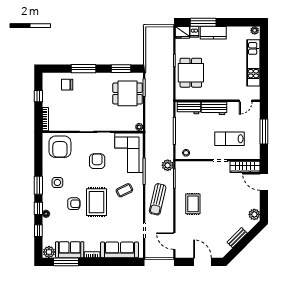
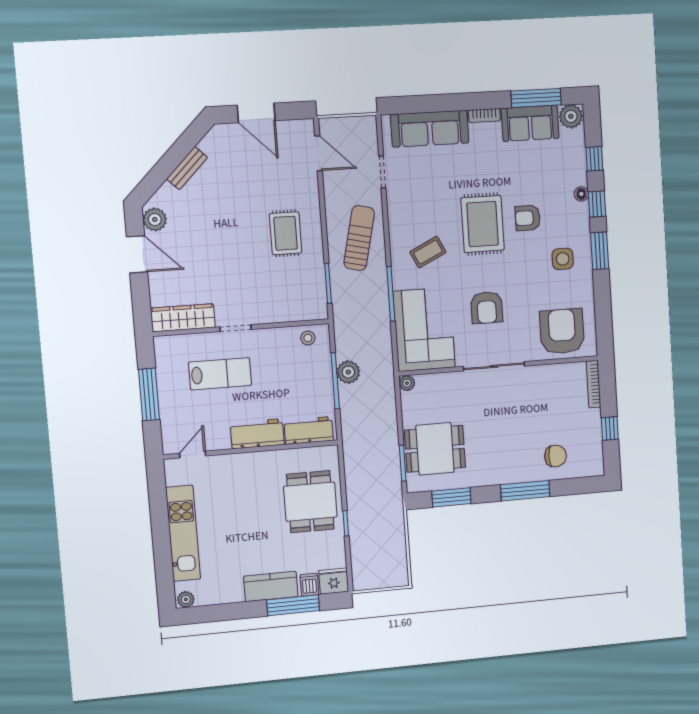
plant: (168, 165) -> (348, 372), moved
door: (264, 182) -> (137, 254), moved

